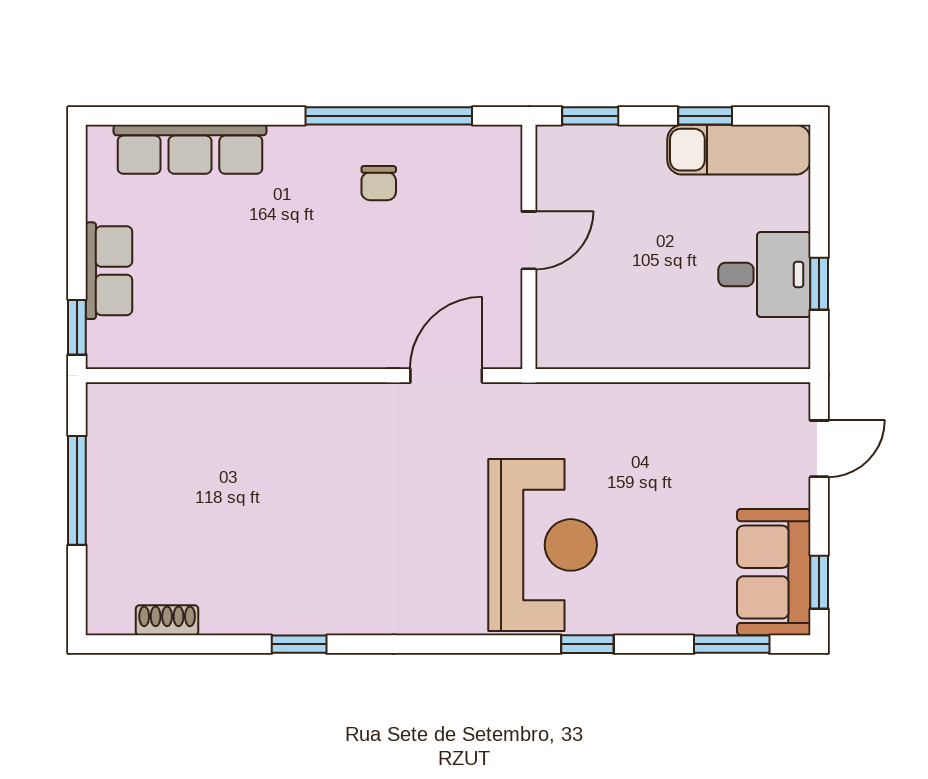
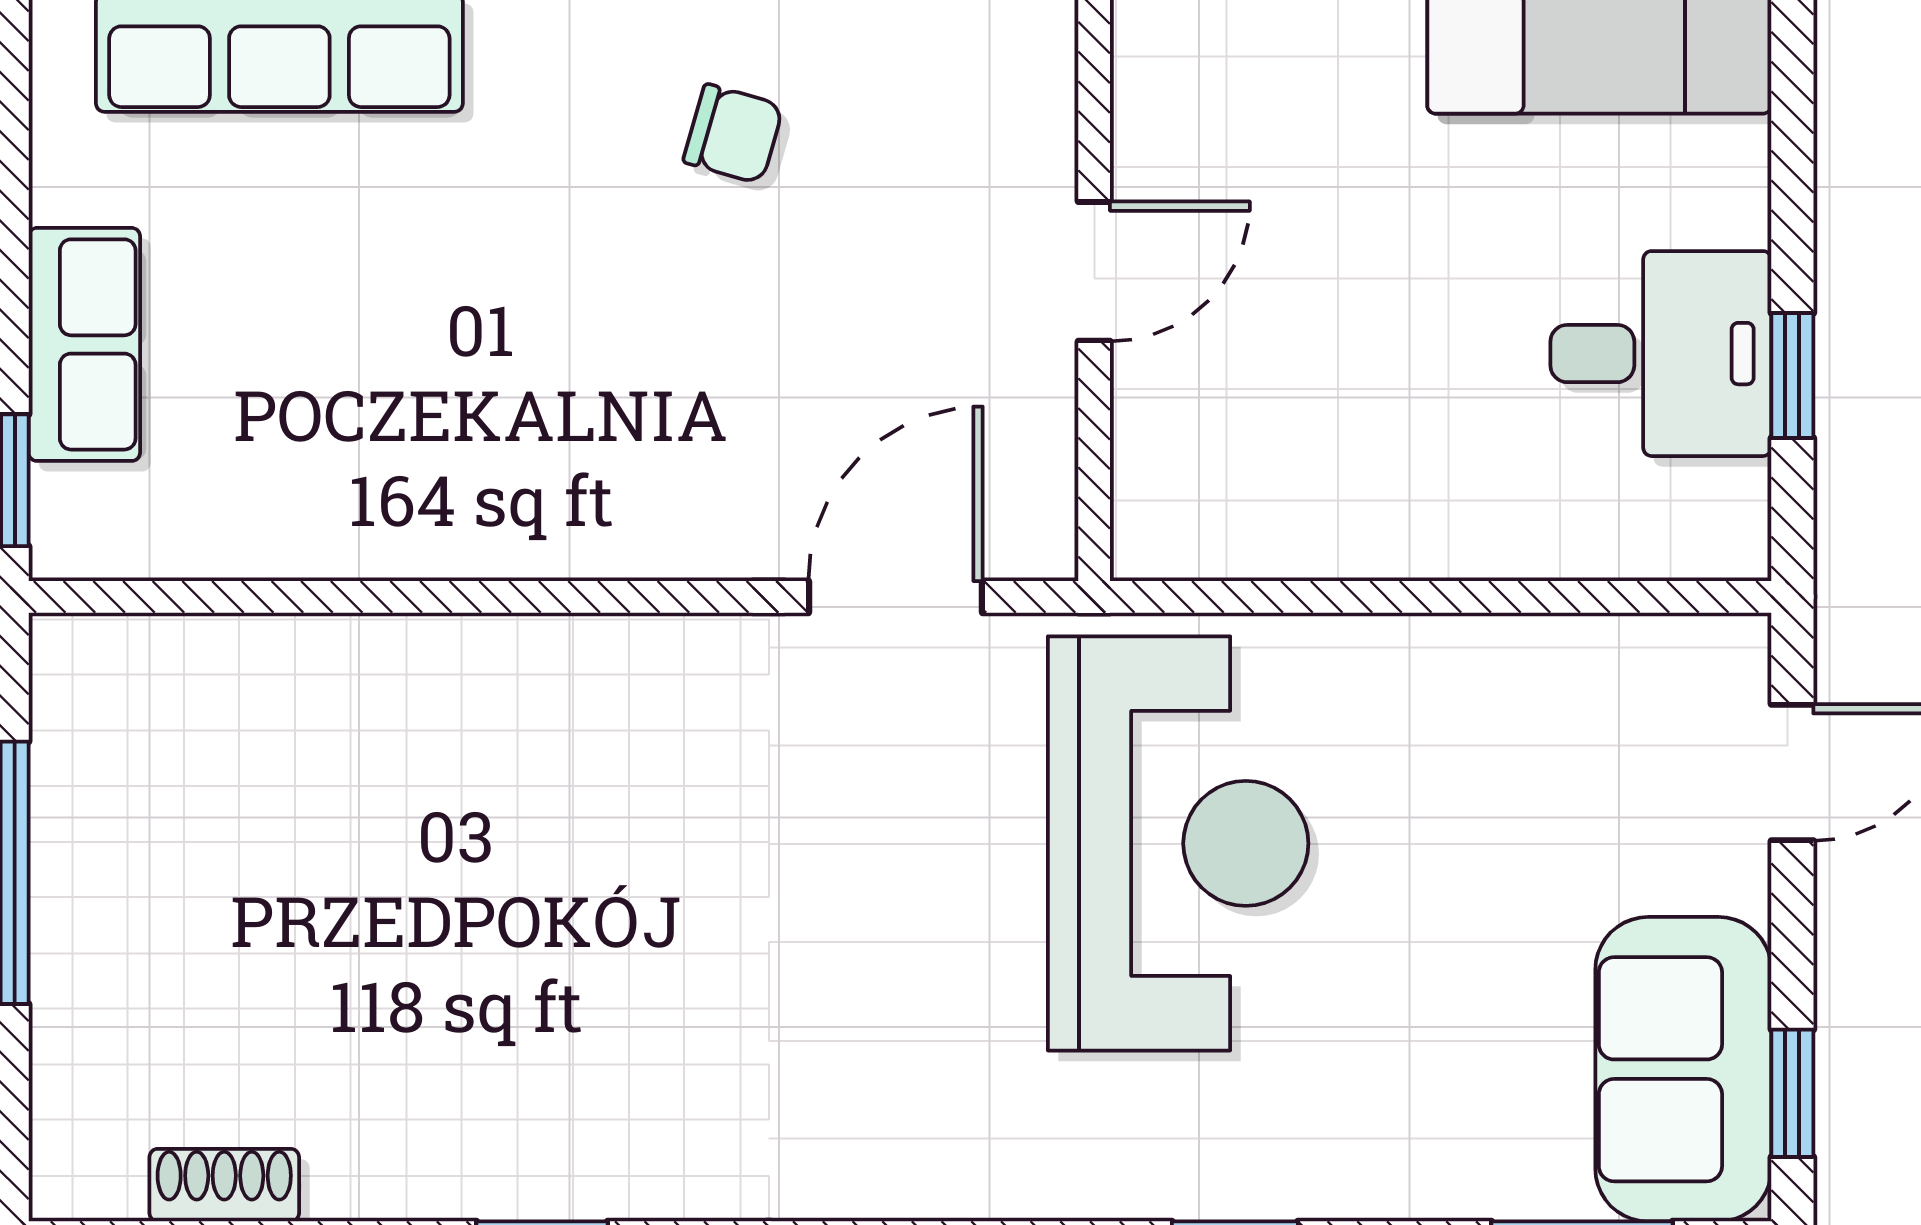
chair: (379, 183) -> (733, 134), turned -74
reception desk: (543, 545) -> (1178, 843), moved

